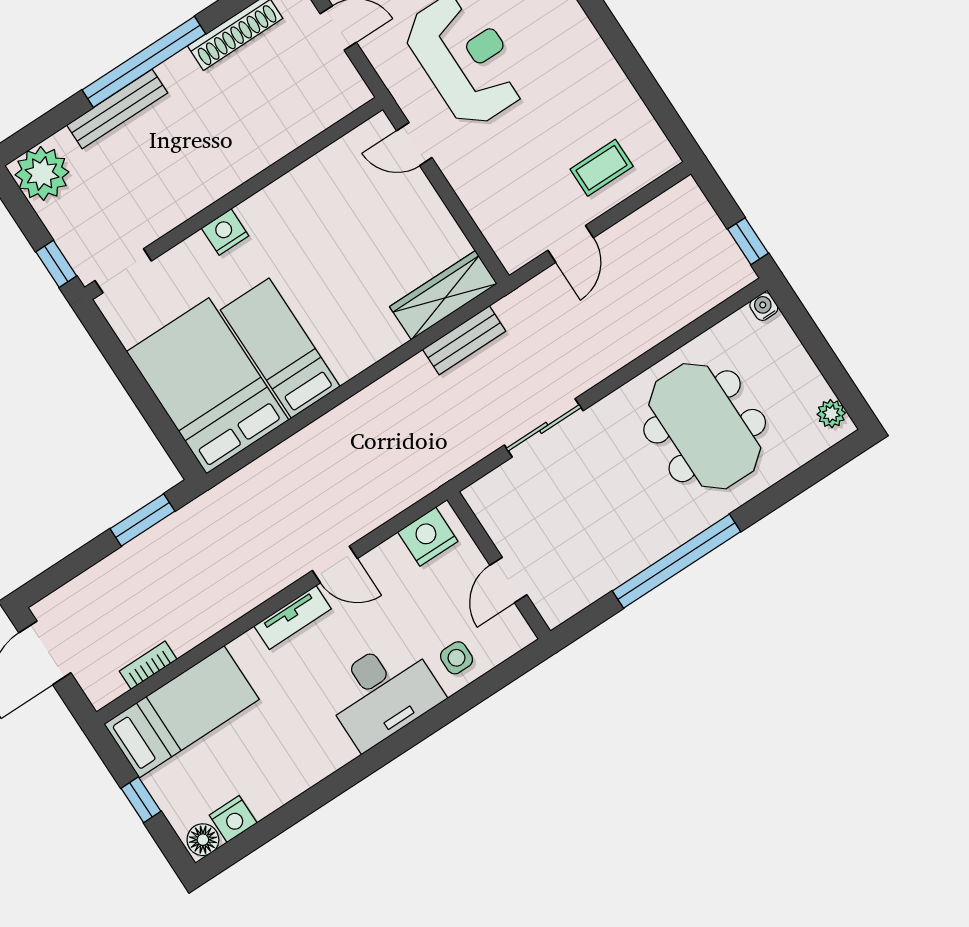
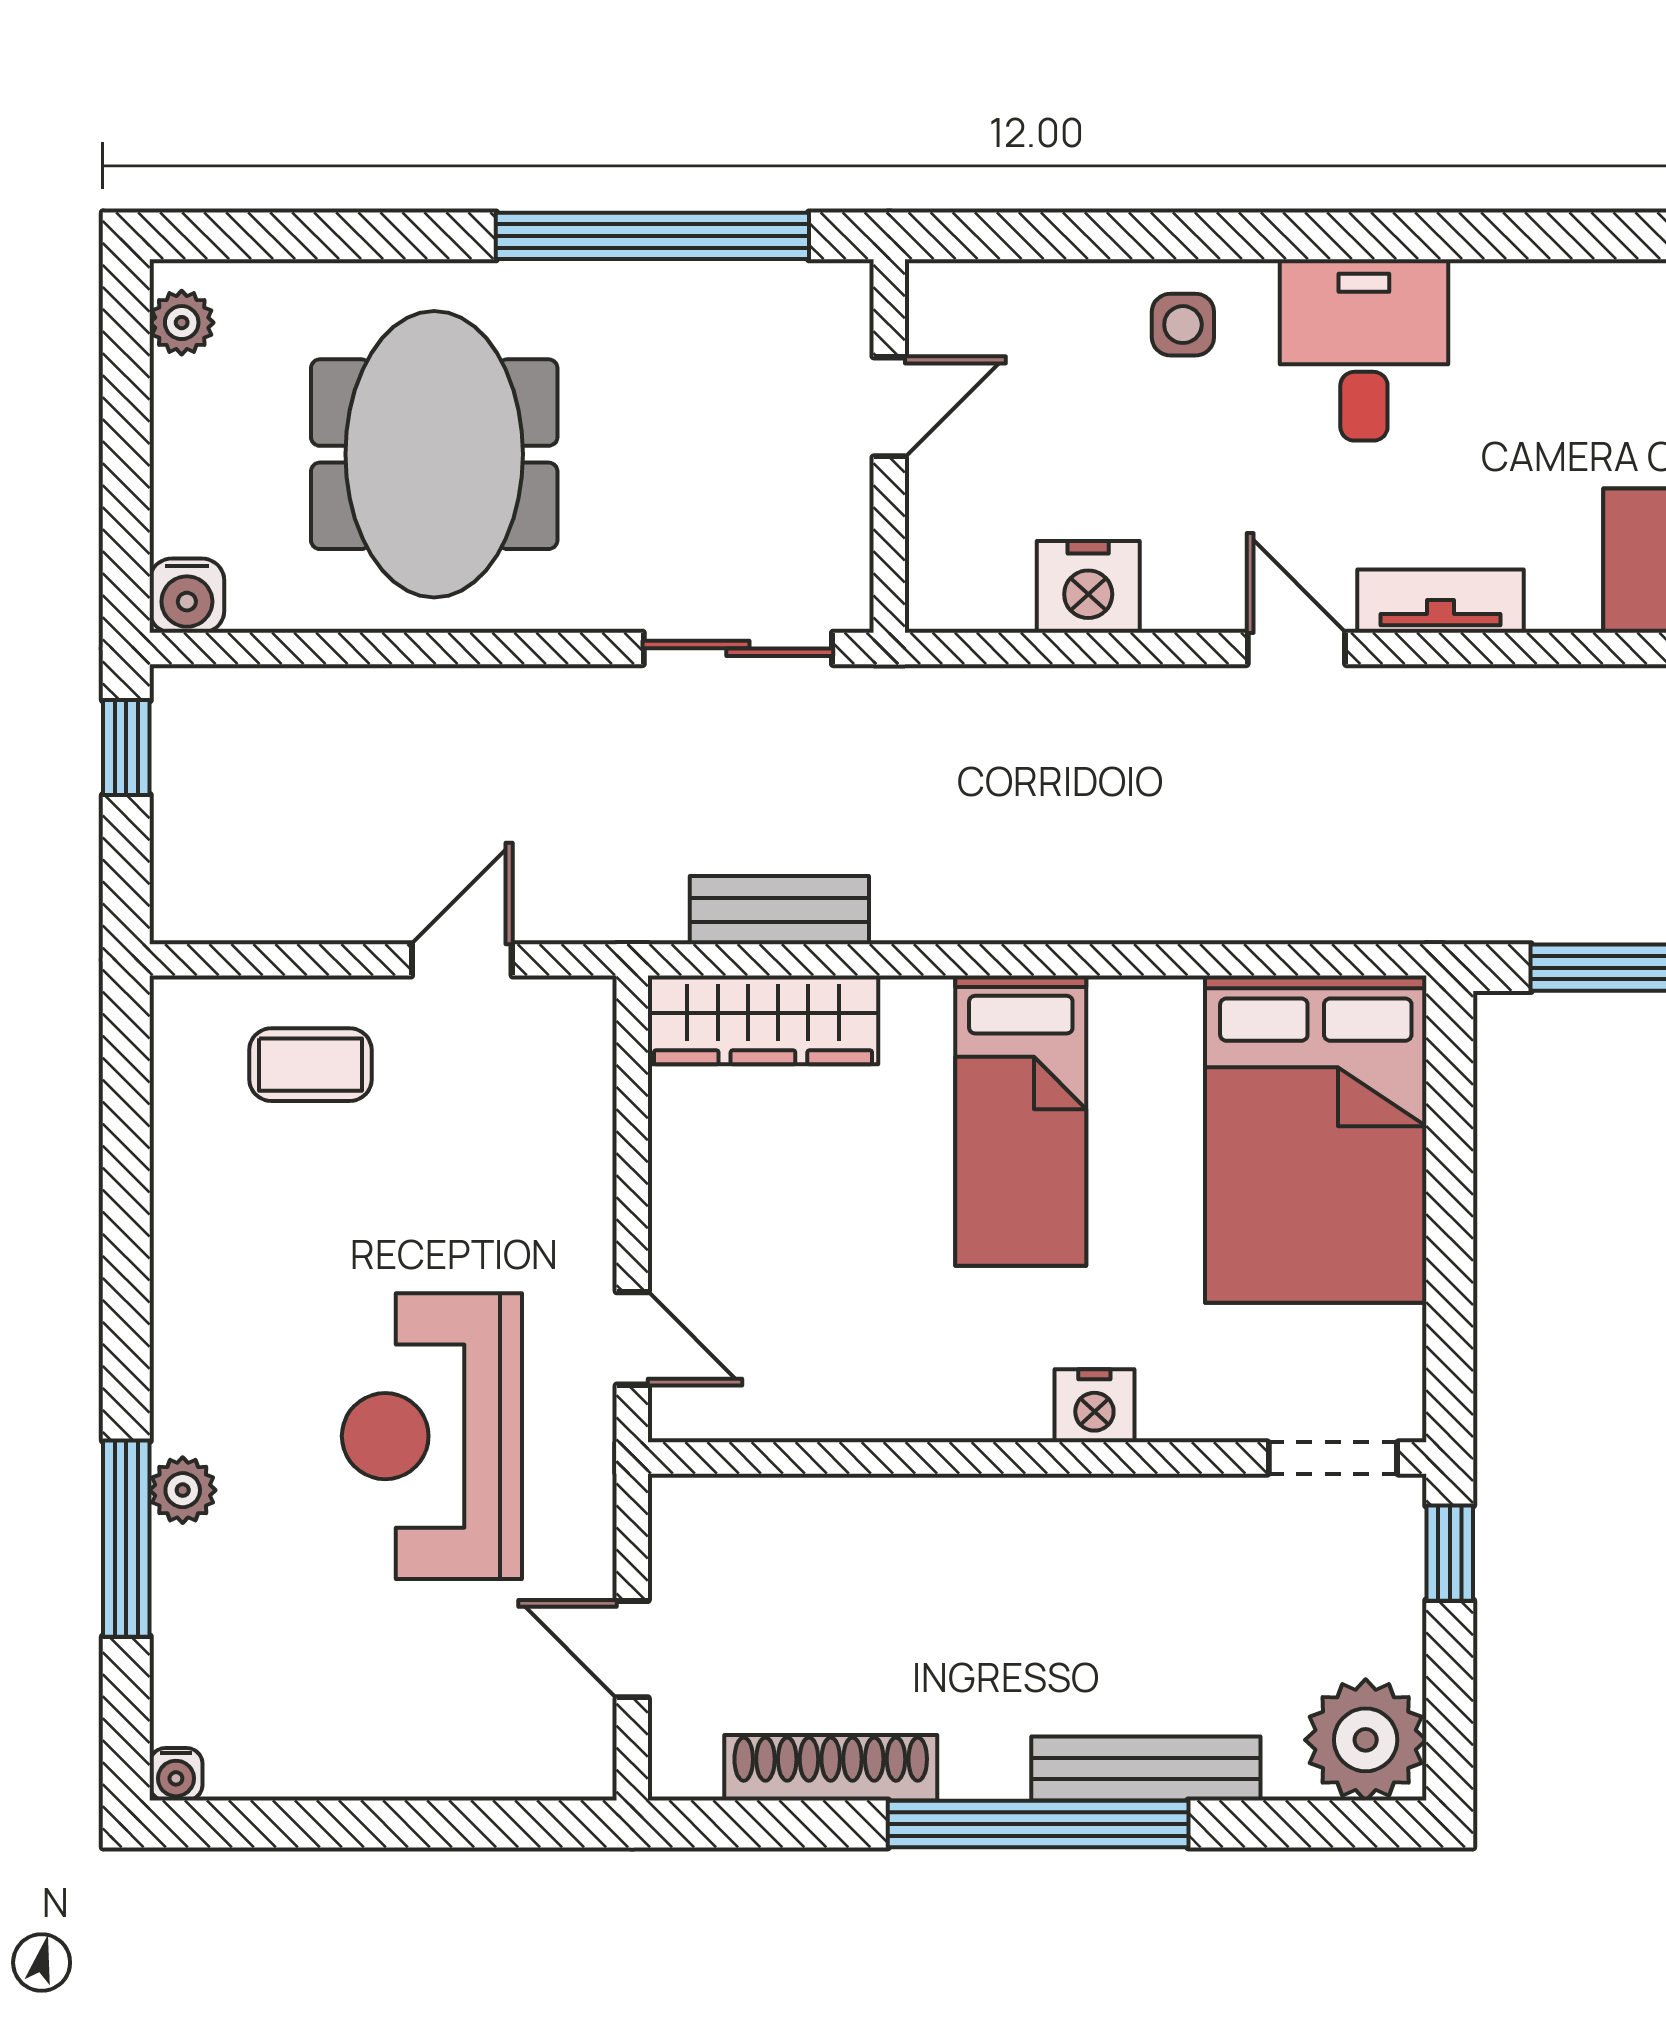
water cooler: (764, 306) -> (187, 596), width x1.38, depth x1.38
bed: (280, 348) -> (1021, 1121), moved
wall: (499, 565) -> (889, 446), moved
door: (508, 580) -> (889, 407), moved
desk: (383, 693) -> (1364, 350), width x0.73

